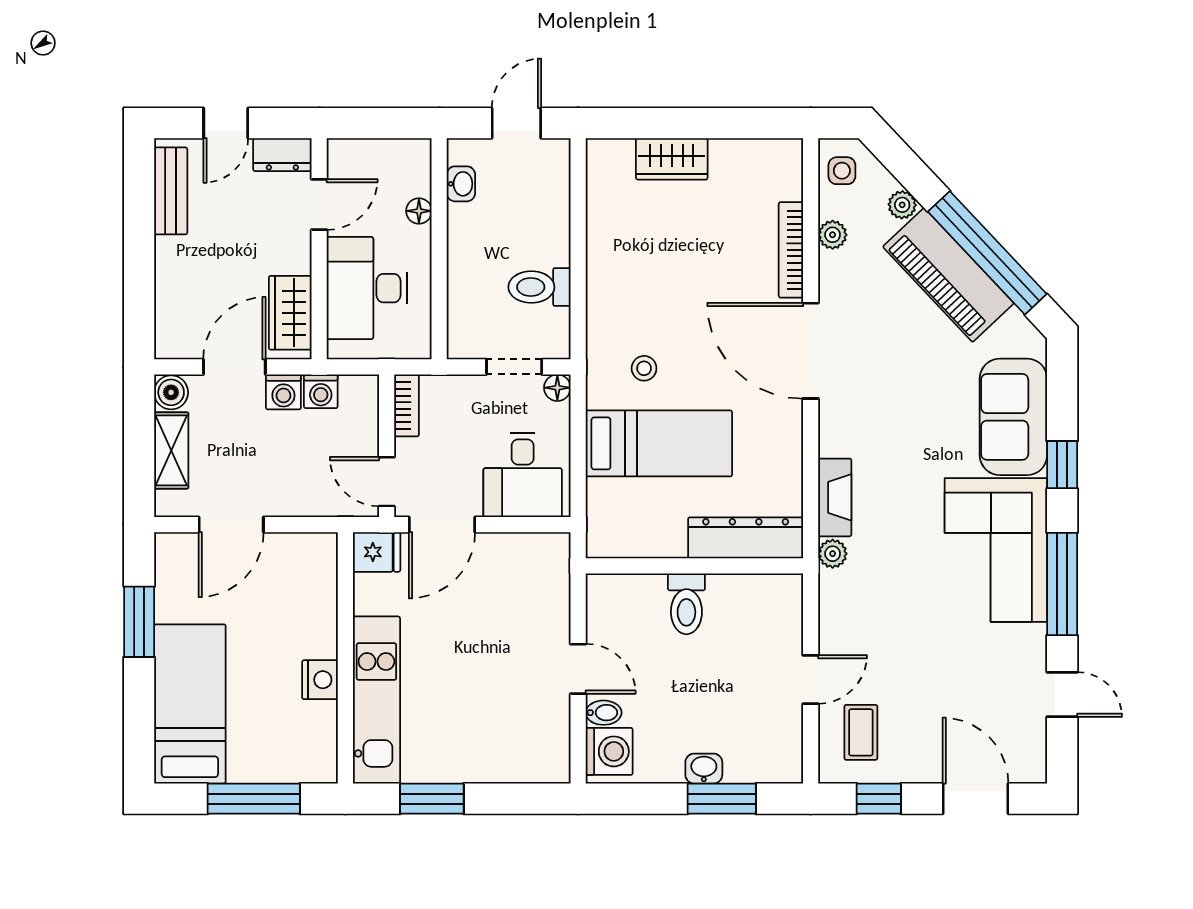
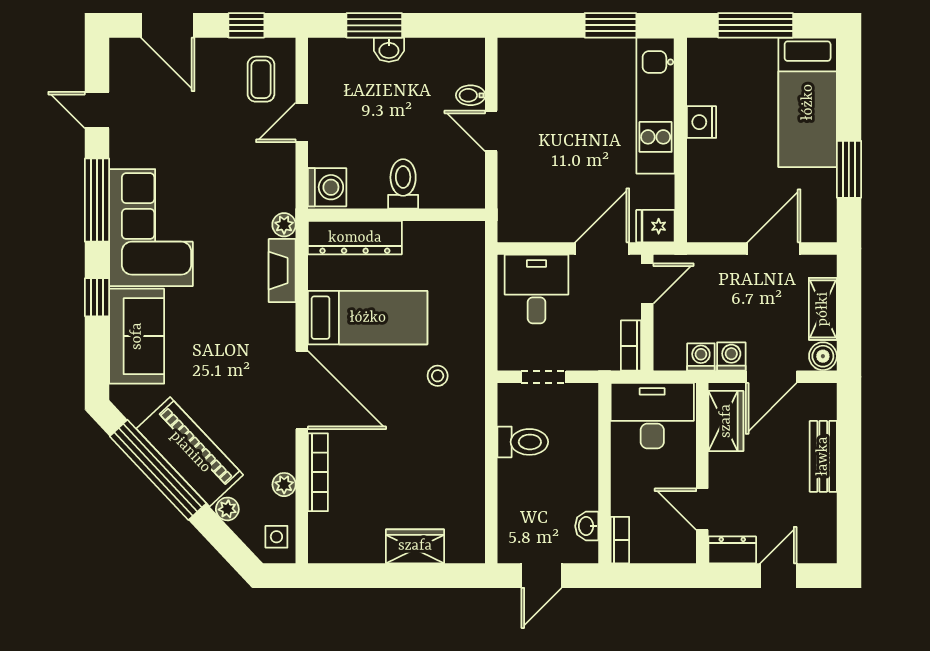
bookcase: (420, 167) -> (620, 540), added
bench: (171, 191) -> (823, 456), moved
door: (319, 205) -> (702, 509), hinge flipped
floor lamp: (419, 211) -> (621, 504), removed
desk: (367, 288) -> (652, 416), moved, turned -90
floor lamp: (557, 388) -> (508, 360), removed
bed: (659, 443) -> (368, 318), moved, turned 180
door: (387, 482) -> (647, 283), hinge flipped
washing machine: (609, 751) -> (327, 187), moved, turned 180

